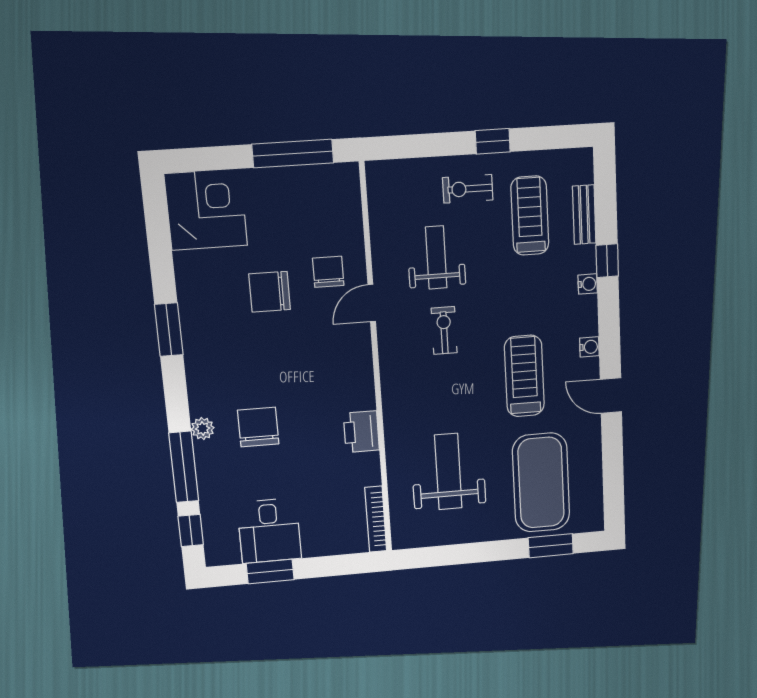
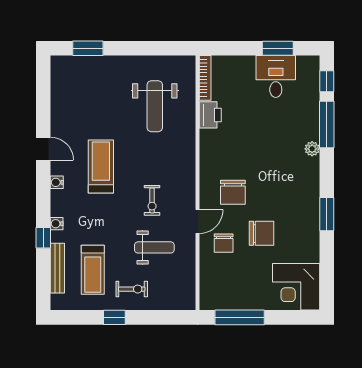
bench: (584, 215) -> (57, 268), width x1.36
weight bench: (436, 257) -> (154, 247), turned -90
treadmill: (524, 376) -> (101, 166), turned 180
chair: (258, 427) -> (233, 192), moved
printer: (361, 432) -> (210, 115), moved
exercise mat: (541, 483) -> (93, 93), removed

